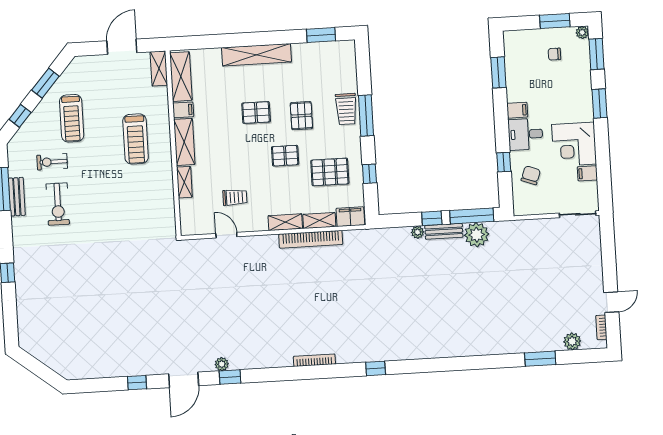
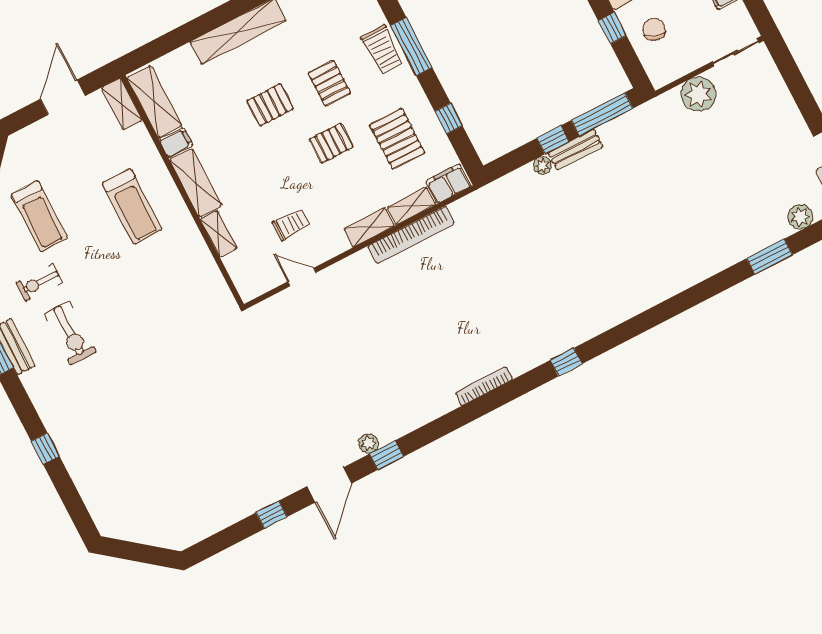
pallet: (330, 172) -> (397, 139), turned 90
plant: (477, 235) -> (698, 94), moved

